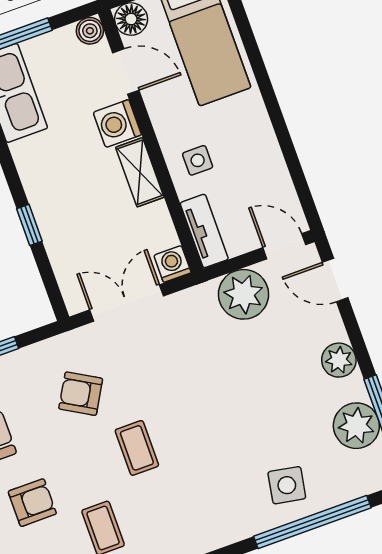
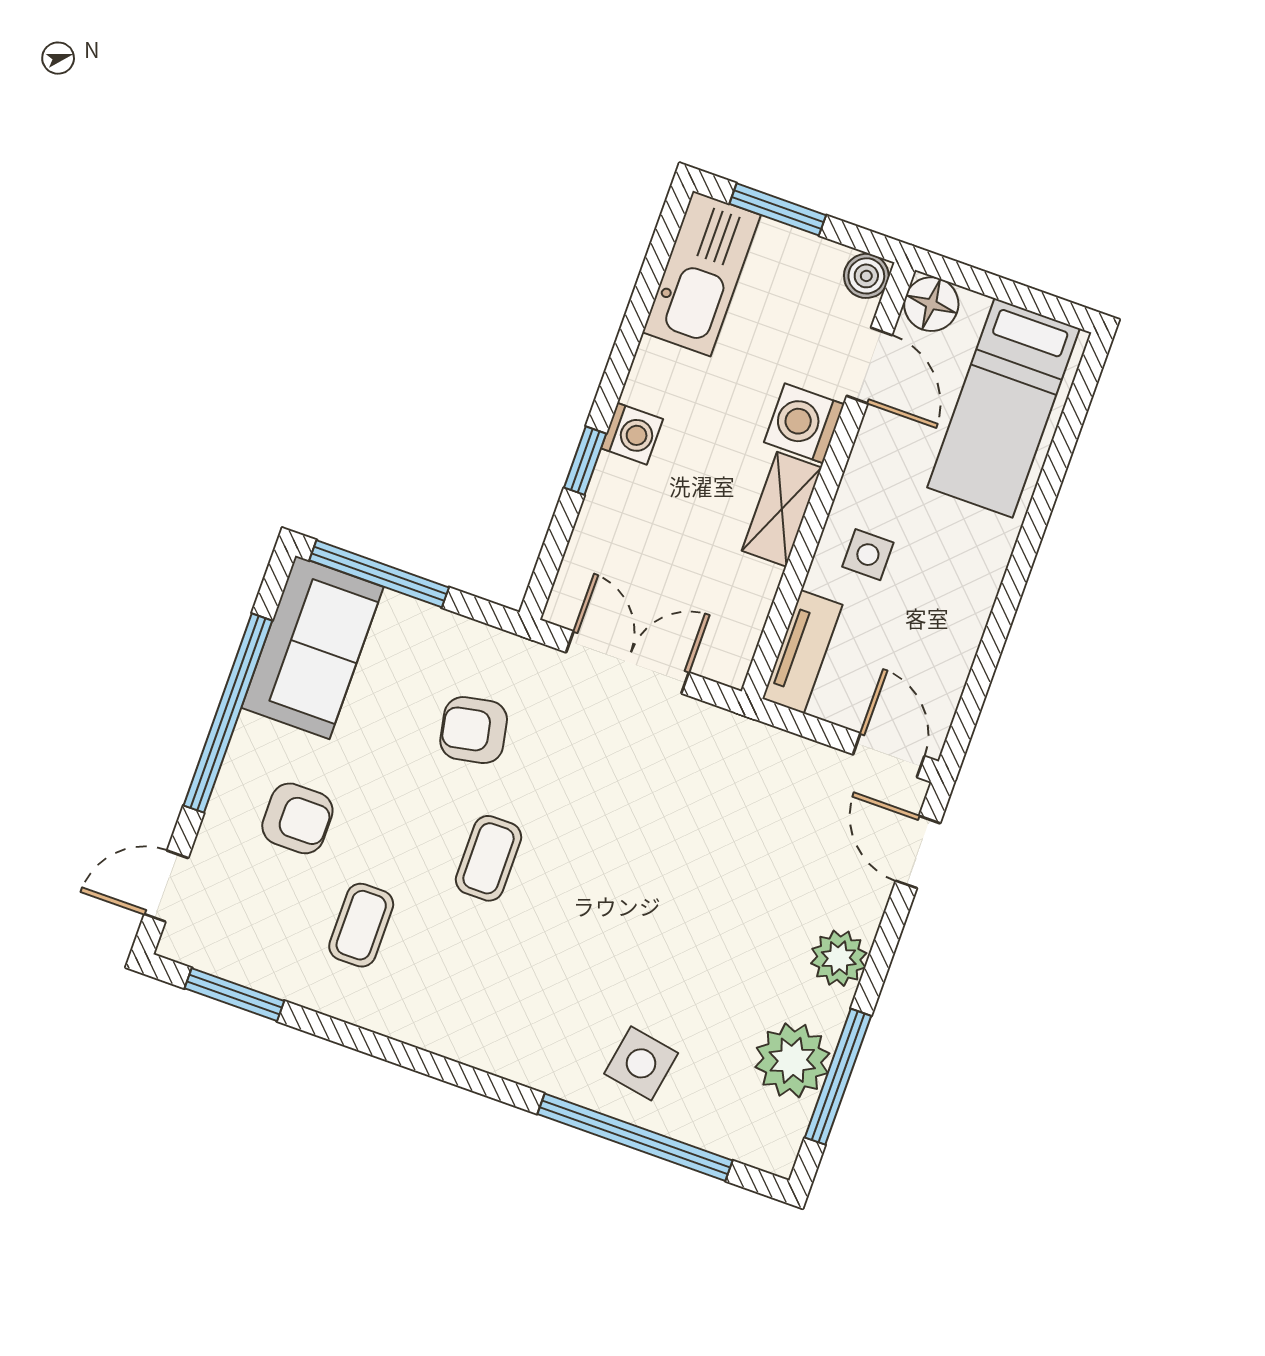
washing machine: (172, 264) -> (632, 434), moved, turned 90
plant: (243, 294) -> (786, 774), removed
armchair: (81, 394) -> (474, 730), turned -41

